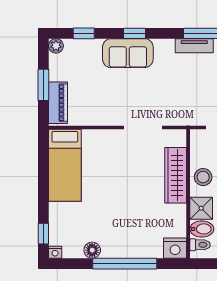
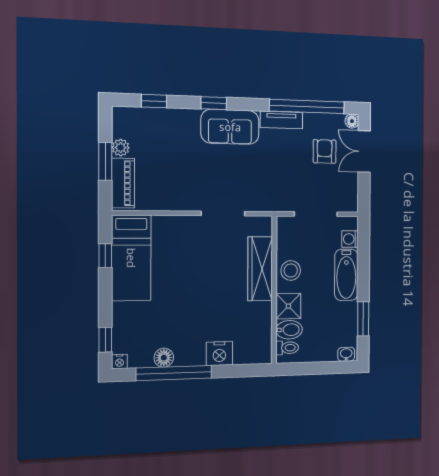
plant: (56, 46) -> (121, 148), moved
sofa: (128, 53) -> (230, 127), moved
window: (43, 163) -> (105, 256), added
nightstand: (175, 248) -> (219, 354), moved
window: (125, 264) -> (174, 373), moved

